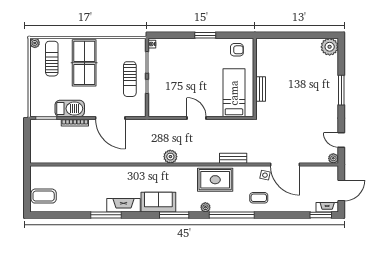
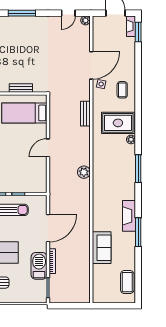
rug: (215, 180) -> (118, 123), moved, turned 90
coffee table: (44, 196) -> (127, 282), moved
sofa: (158, 202) -> (102, 248), moved, turned 180
window: (232, 215) -> (138, 115), removed

